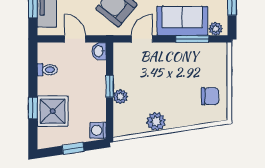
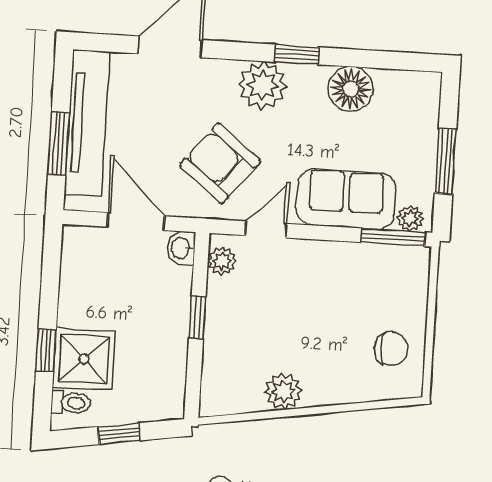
door: (75, 39) -> (136, 222), width x1.38
window: (192, 39) -> (393, 237), moved
toilet: (47, 70) -> (71, 403), moved
plant: (120, 97) -> (222, 261), moved
washing machine: (98, 130) -> (170, 402), removed

